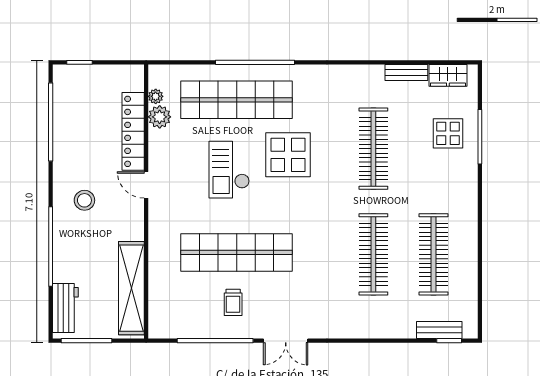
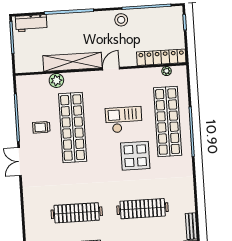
plant: (160, 117) -> (56, 80), moved
locker: (133, 131) -> (161, 57), moved
stool: (84, 200) -> (121, 20), moved
shelving: (131, 288) -> (73, 62), moved

